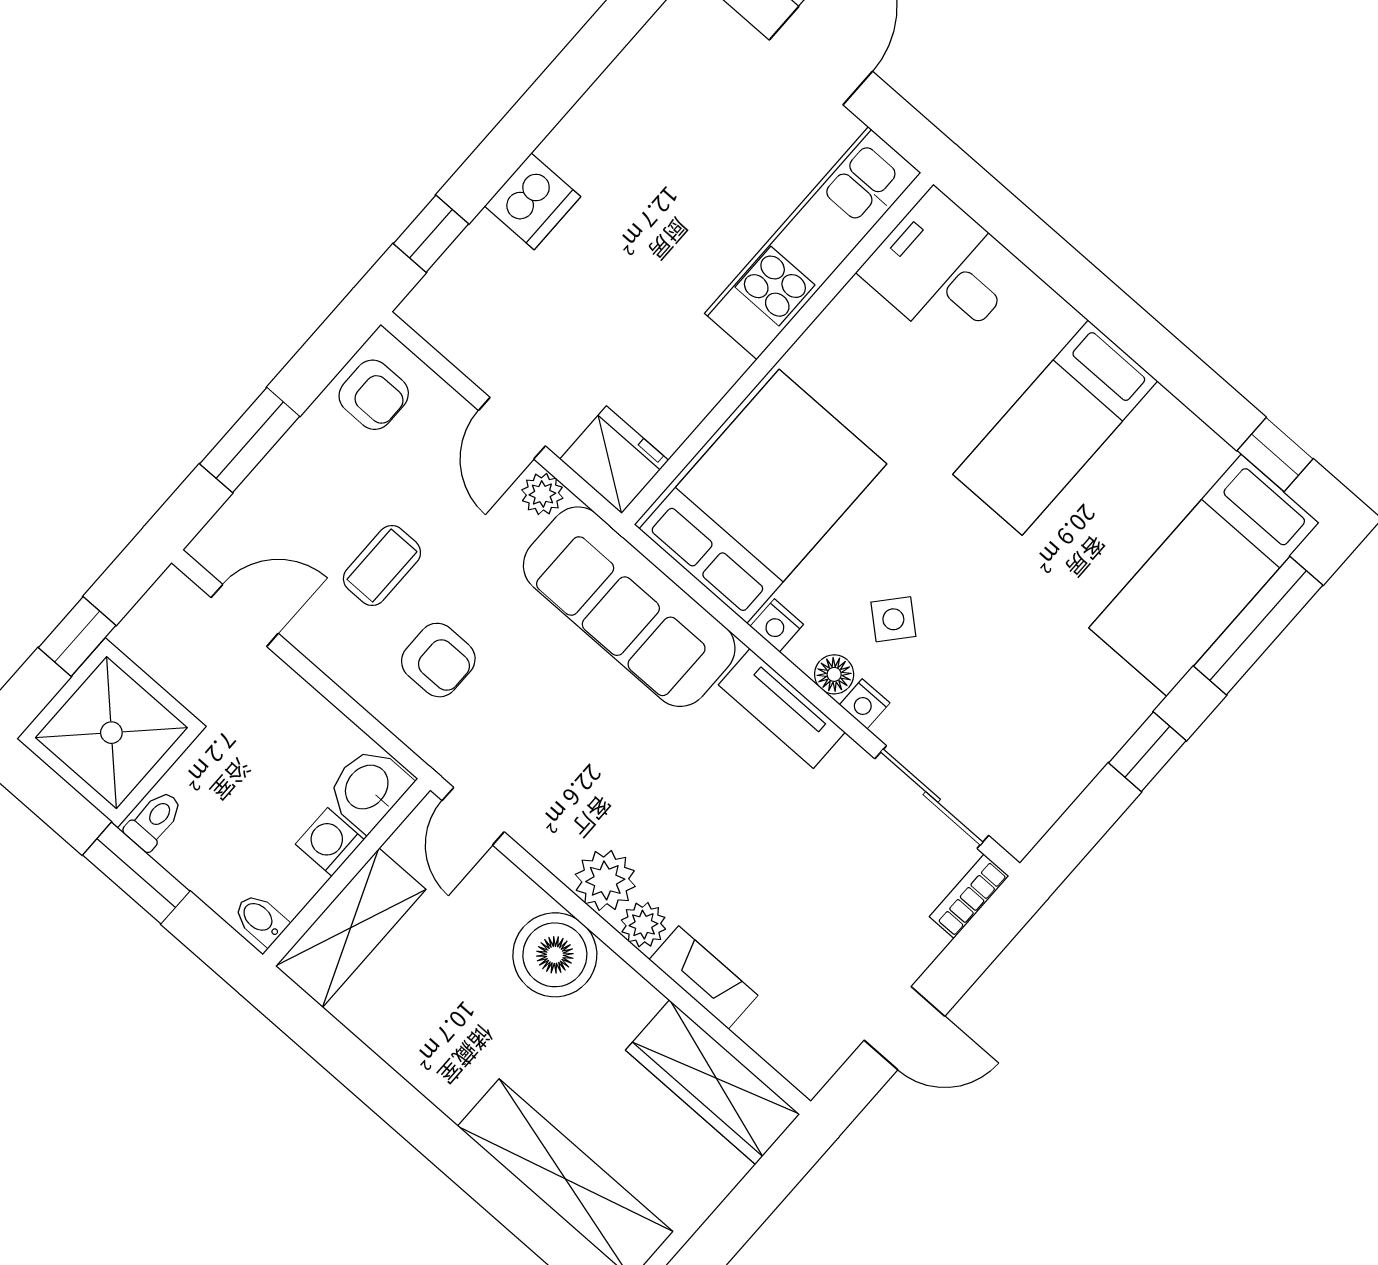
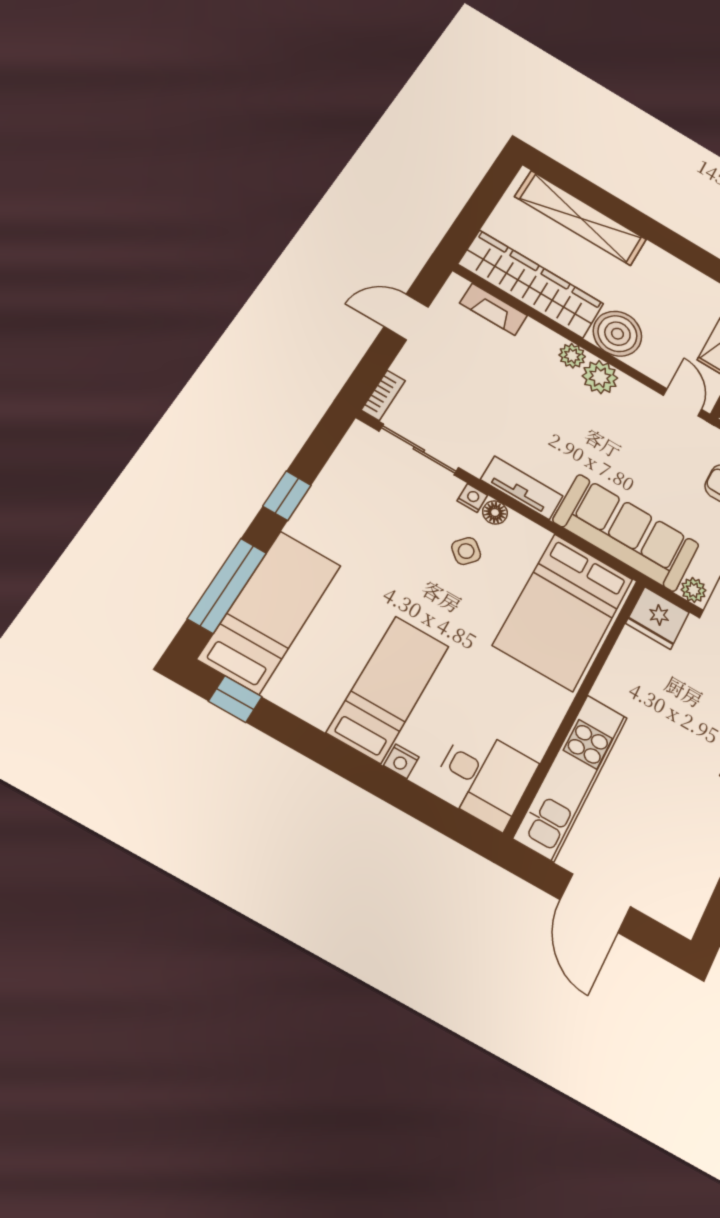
nightstand: (777, 625) -> (401, 761), moved, turned 180
fireplace: (703, 978) -> (494, 309), moved
wardrobe: (713, 1082) -> (531, 284), width x1.40, depth x1.17

